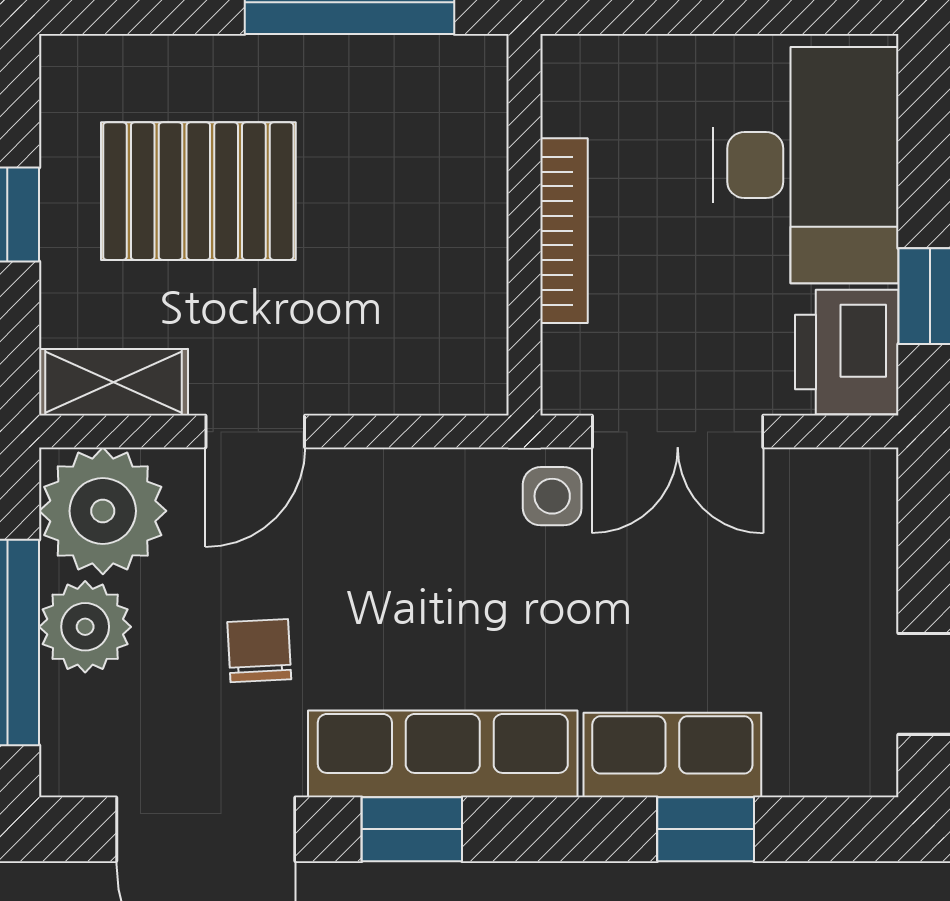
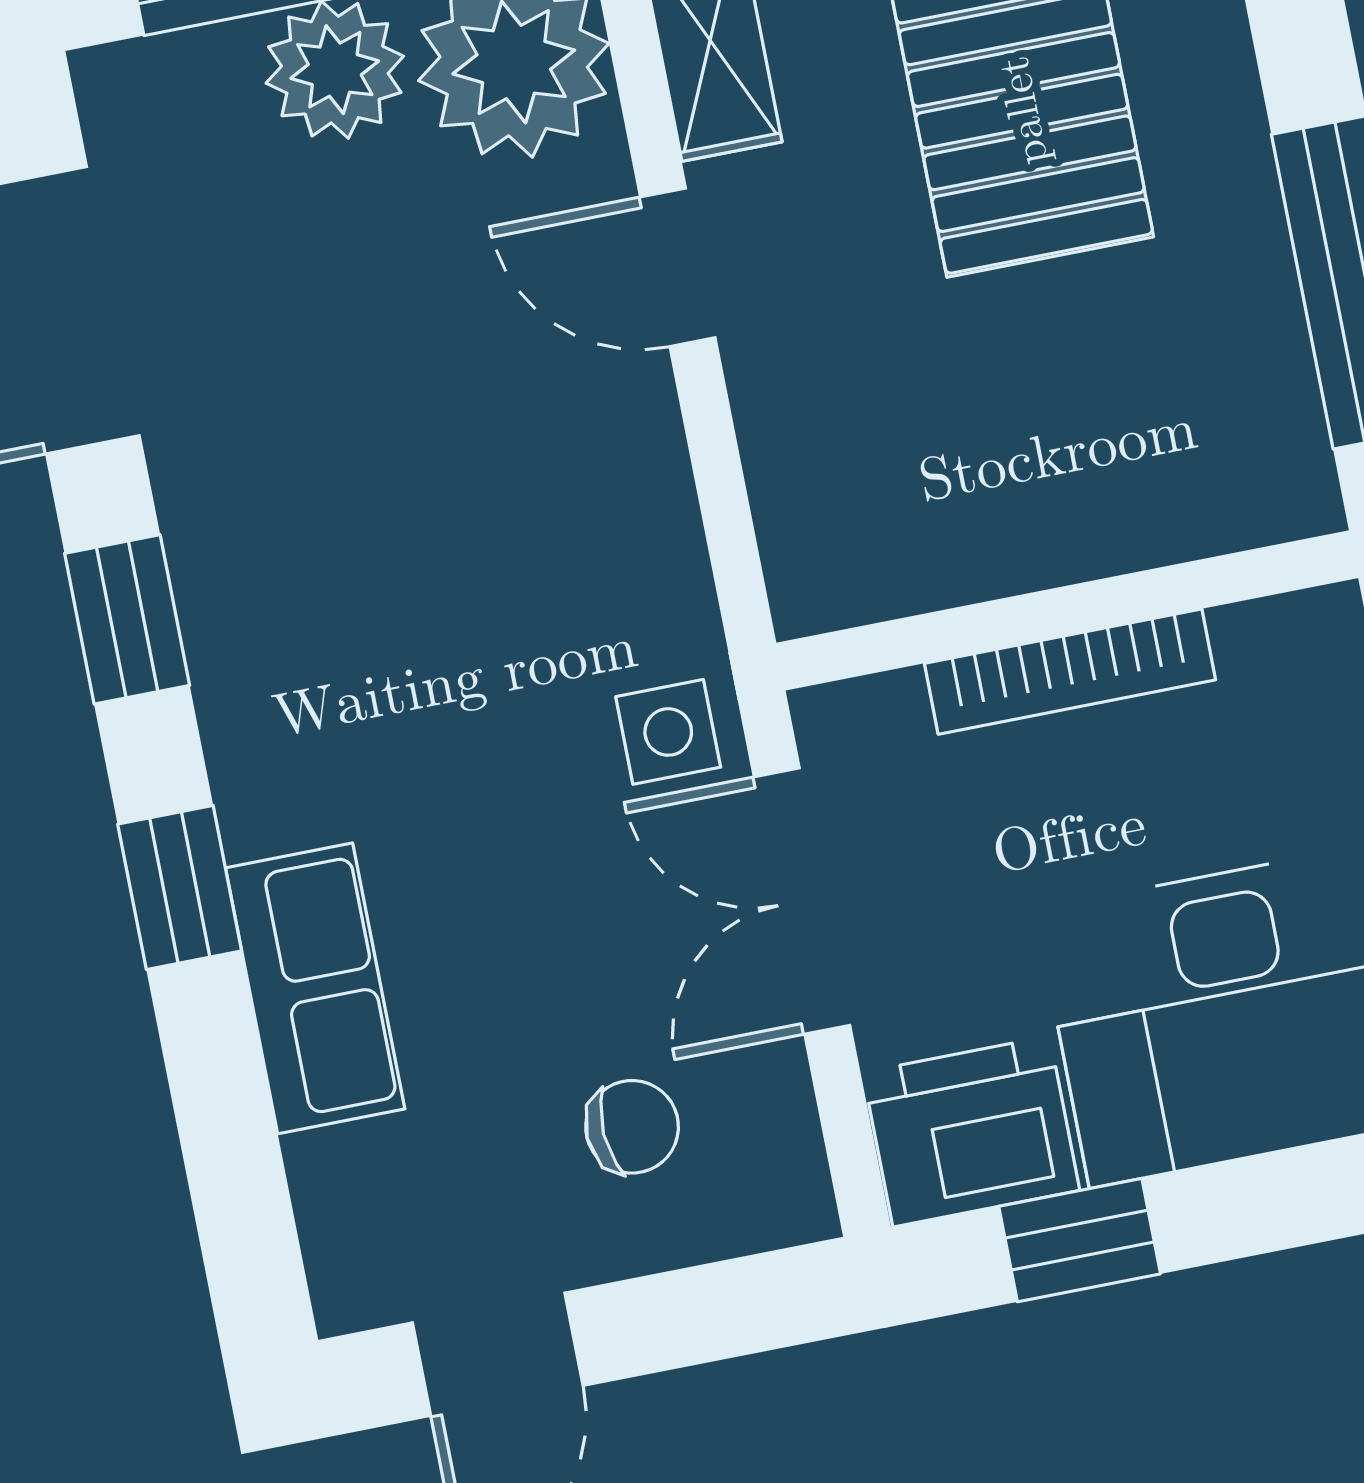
chair: (259, 651) -> (632, 1127), moved
row of seats: (443, 754) -> (249, 644), removed
window: (706, 829) -> (180, 887), moved

